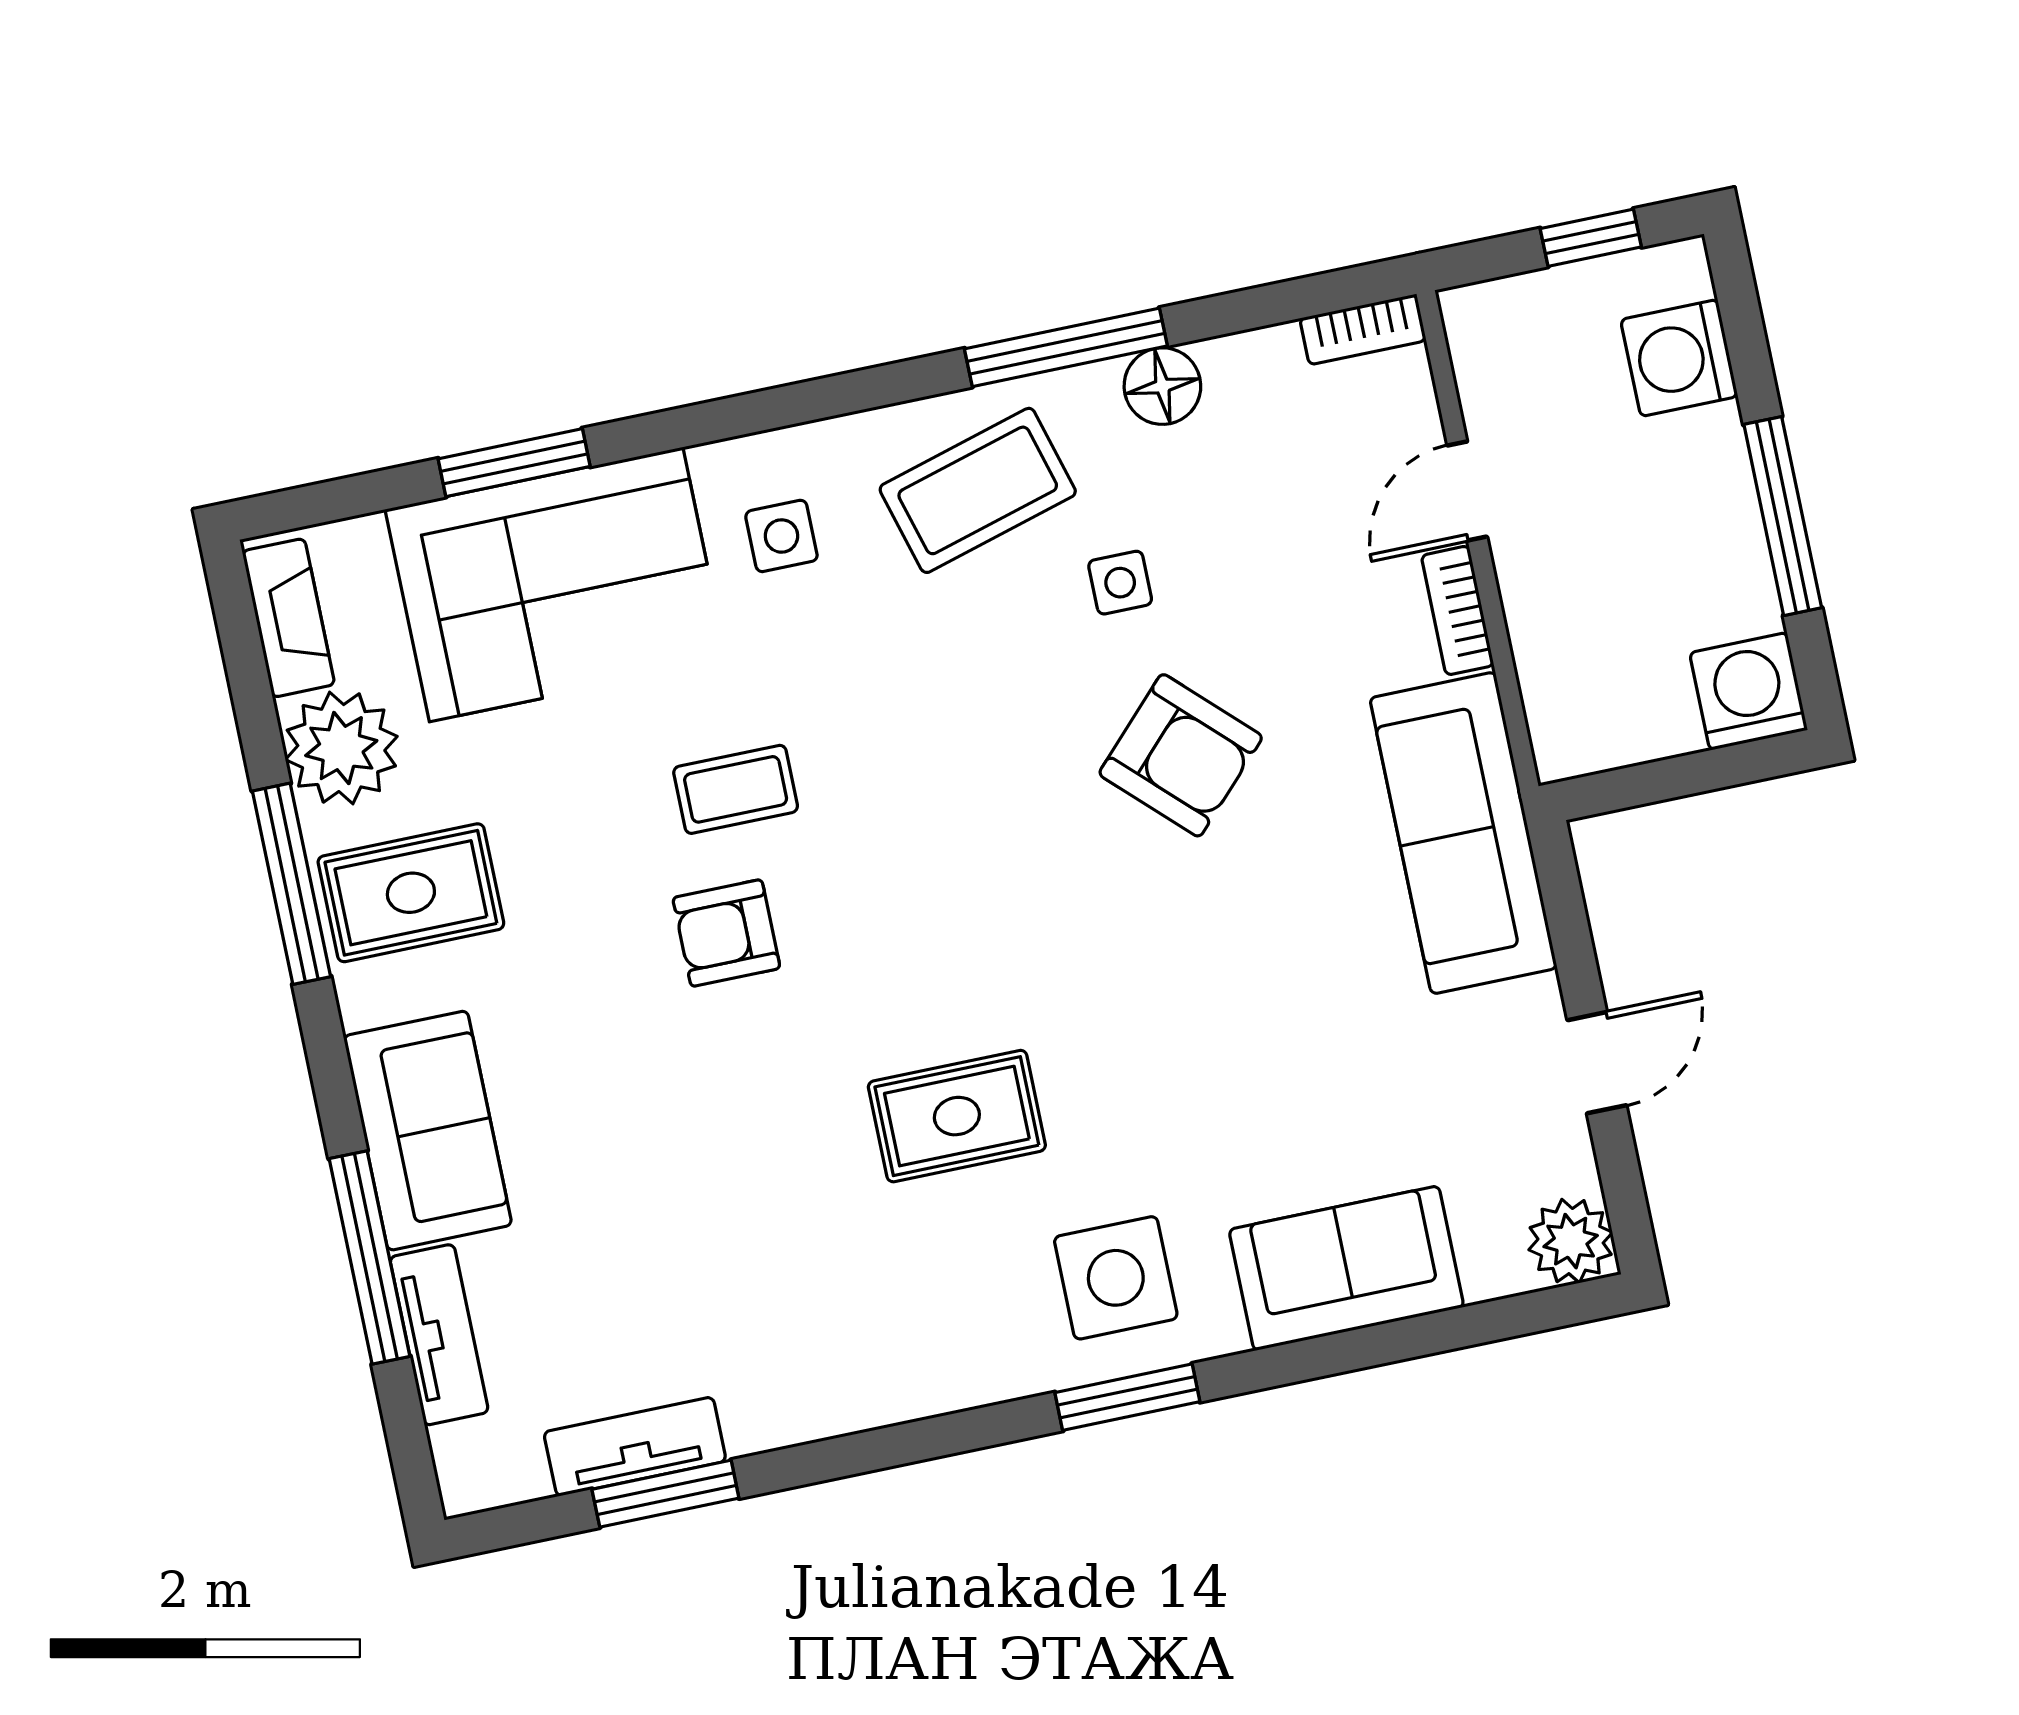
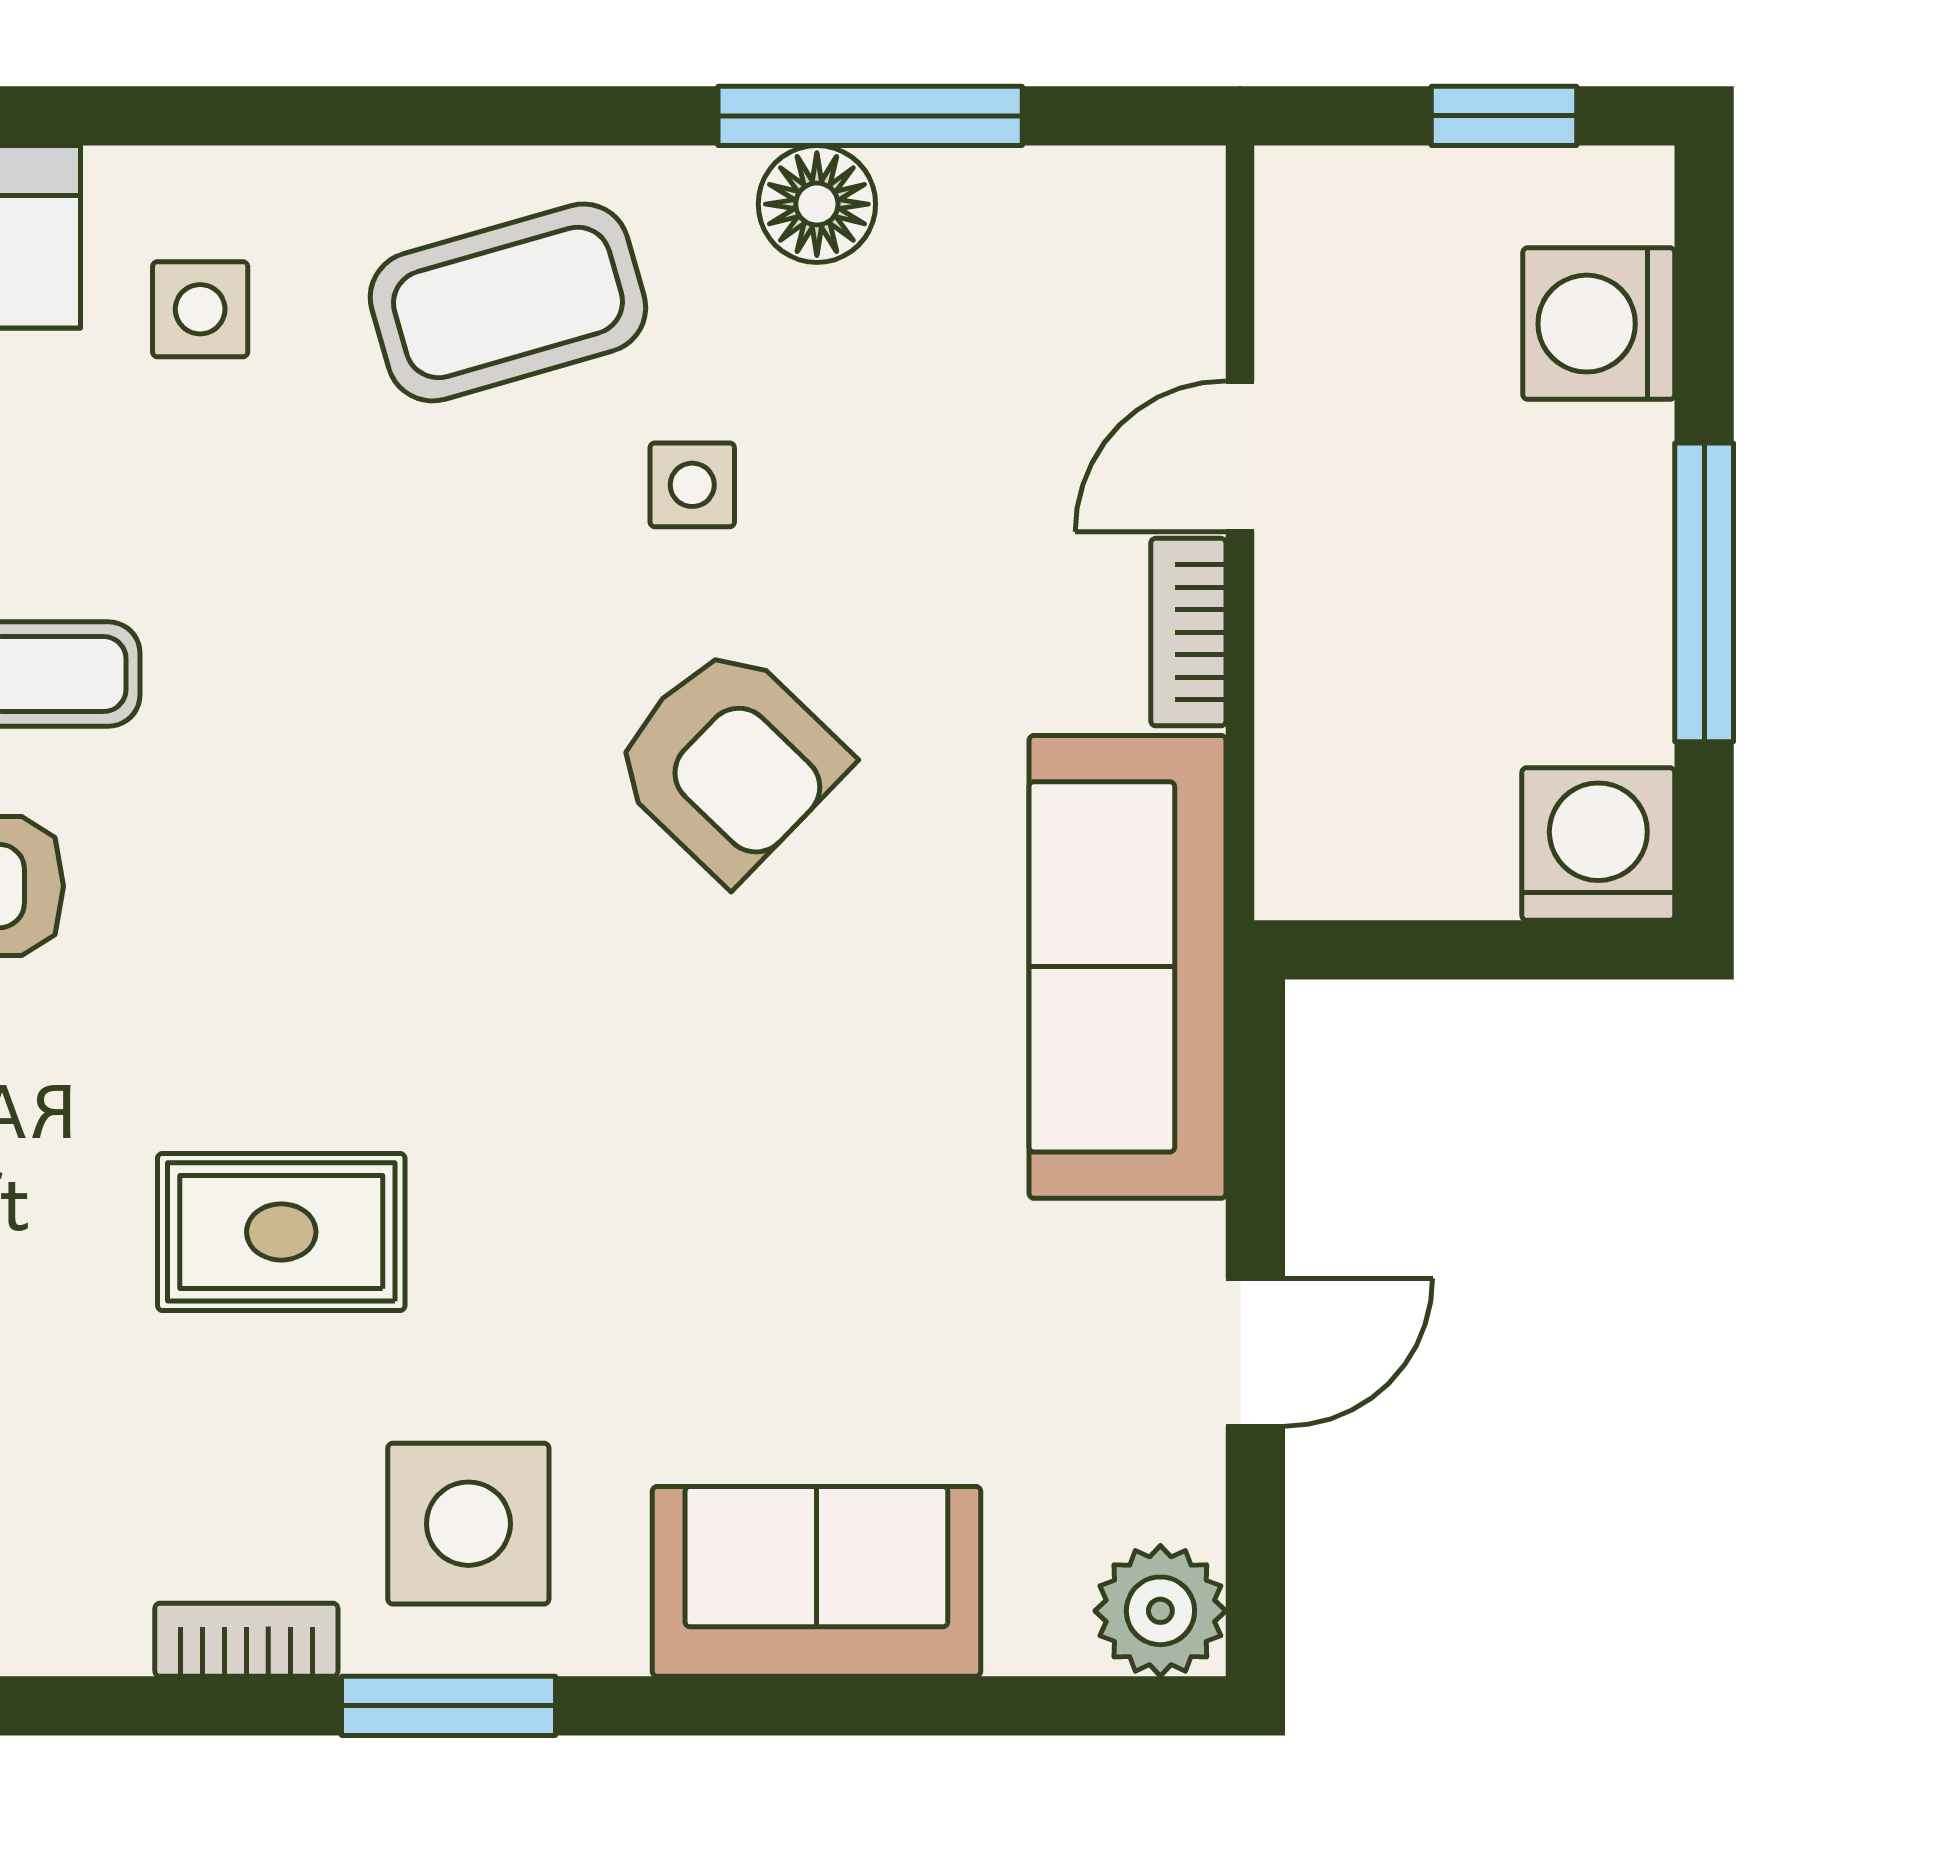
bookcase: (1363, 329) -> (246, 1640), moved, turned 180
window: (1066, 347) -> (870, 116), moved

